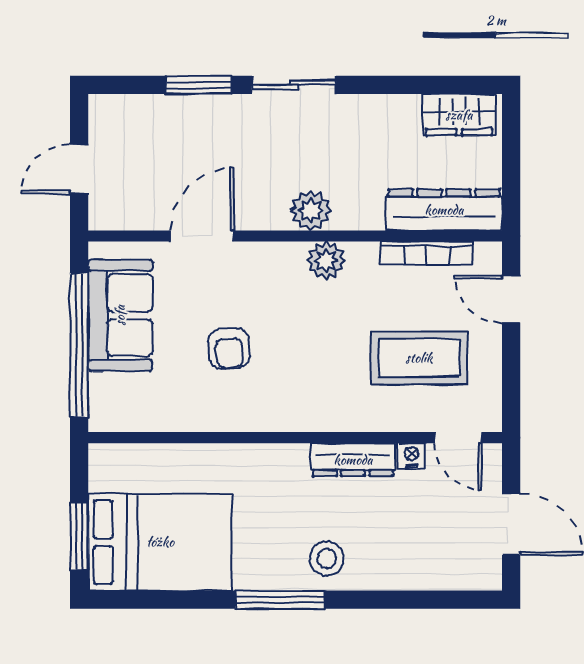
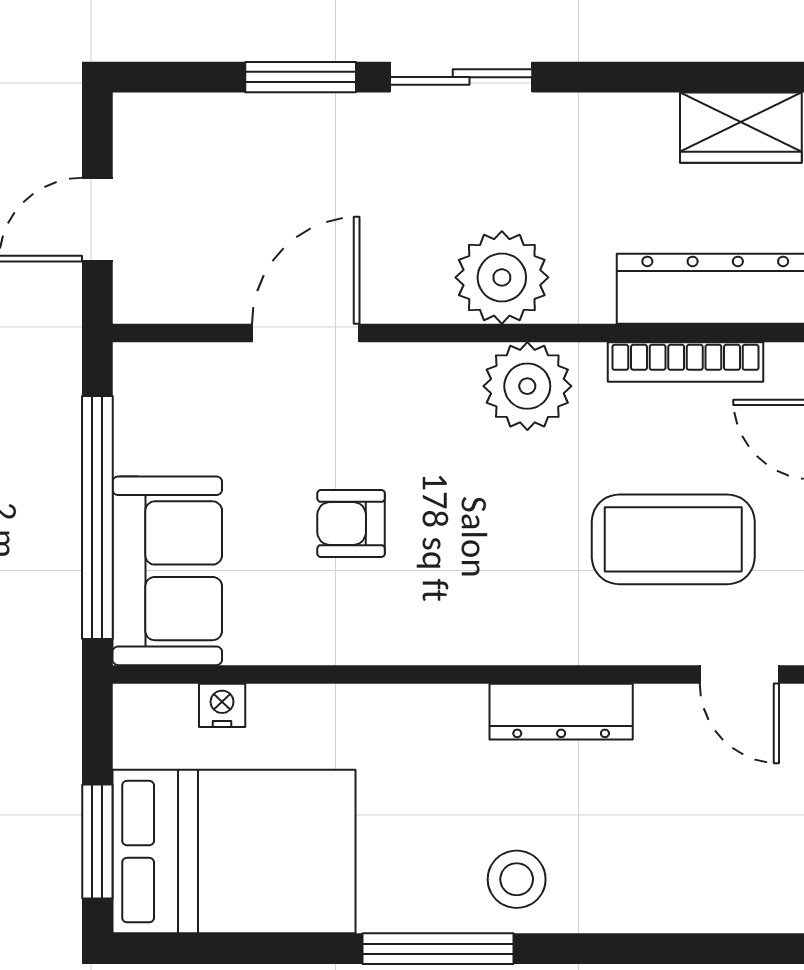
plant: (311, 211) -> (502, 277), width x1.36, depth x1.36
plant: (326, 260) -> (527, 386), width x1.36, depth x1.36
sofa: (120, 315) -> (167, 571), moved
armchair: (229, 348) -> (351, 524), turned 95
nightstand: (412, 456) -> (222, 705), moved

